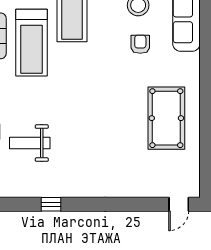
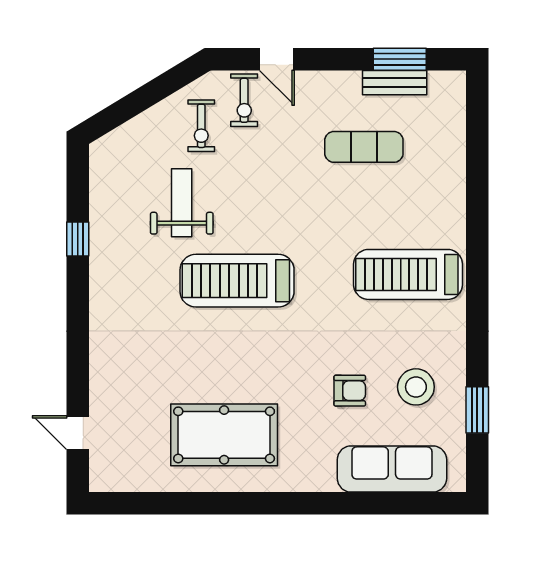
treadmill: (32, 43) -> (237, 281), moved
door: (179, 204) -> (78, 433), moved

